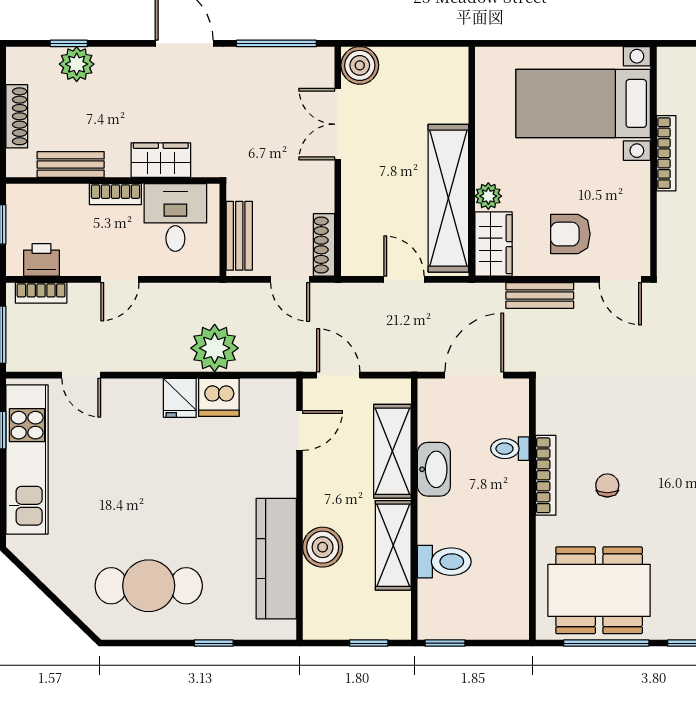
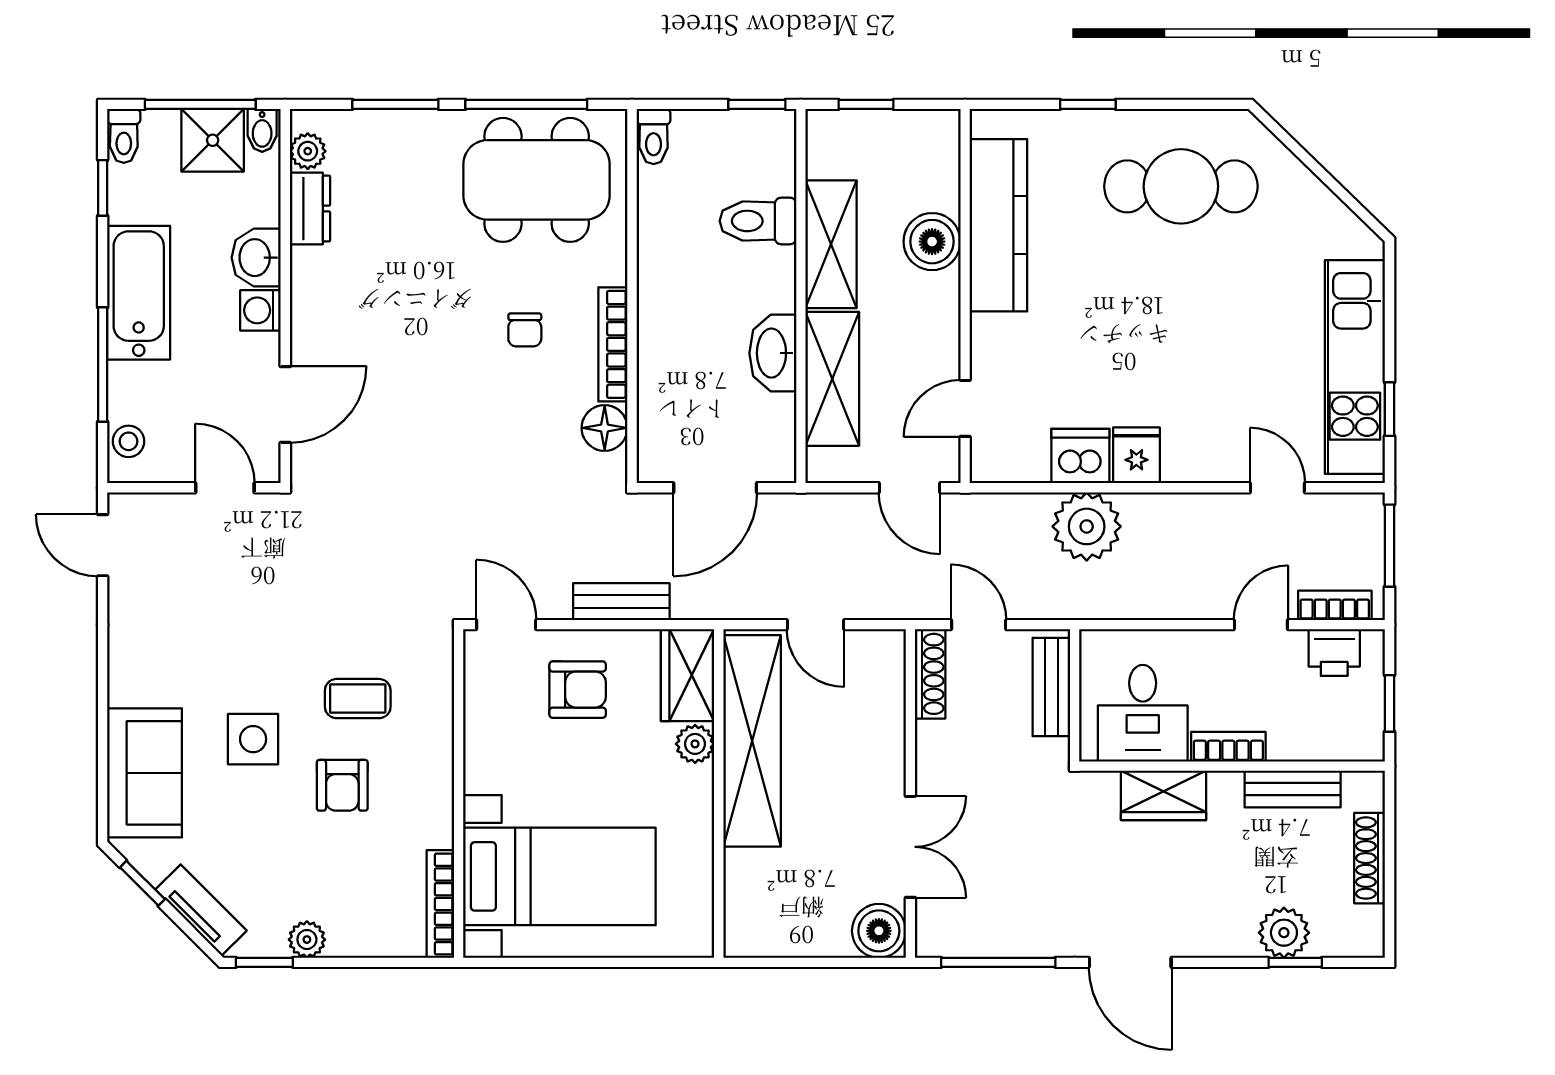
bookcase: (666, 153) -> (440, 904), moved
door: (120, 279) -> (1261, 625), moved
floor lamp: (552, 417) -> (605, 428), added
toilet: (510, 449) -> (654, 137), moved, turned 90

